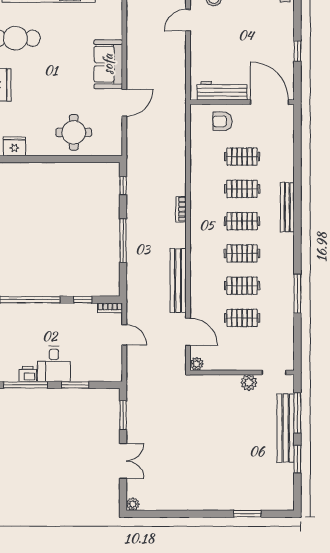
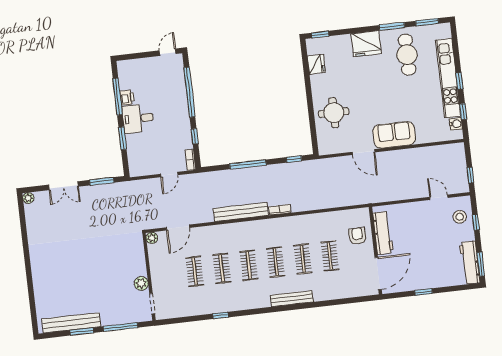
bench: (178, 281) -> (241, 212), moved
window: (297, 294) -> (220, 315), width x0.46
bench: (286, 428) -> (71, 323), moved
window: (247, 514) -> (31, 295), removed

